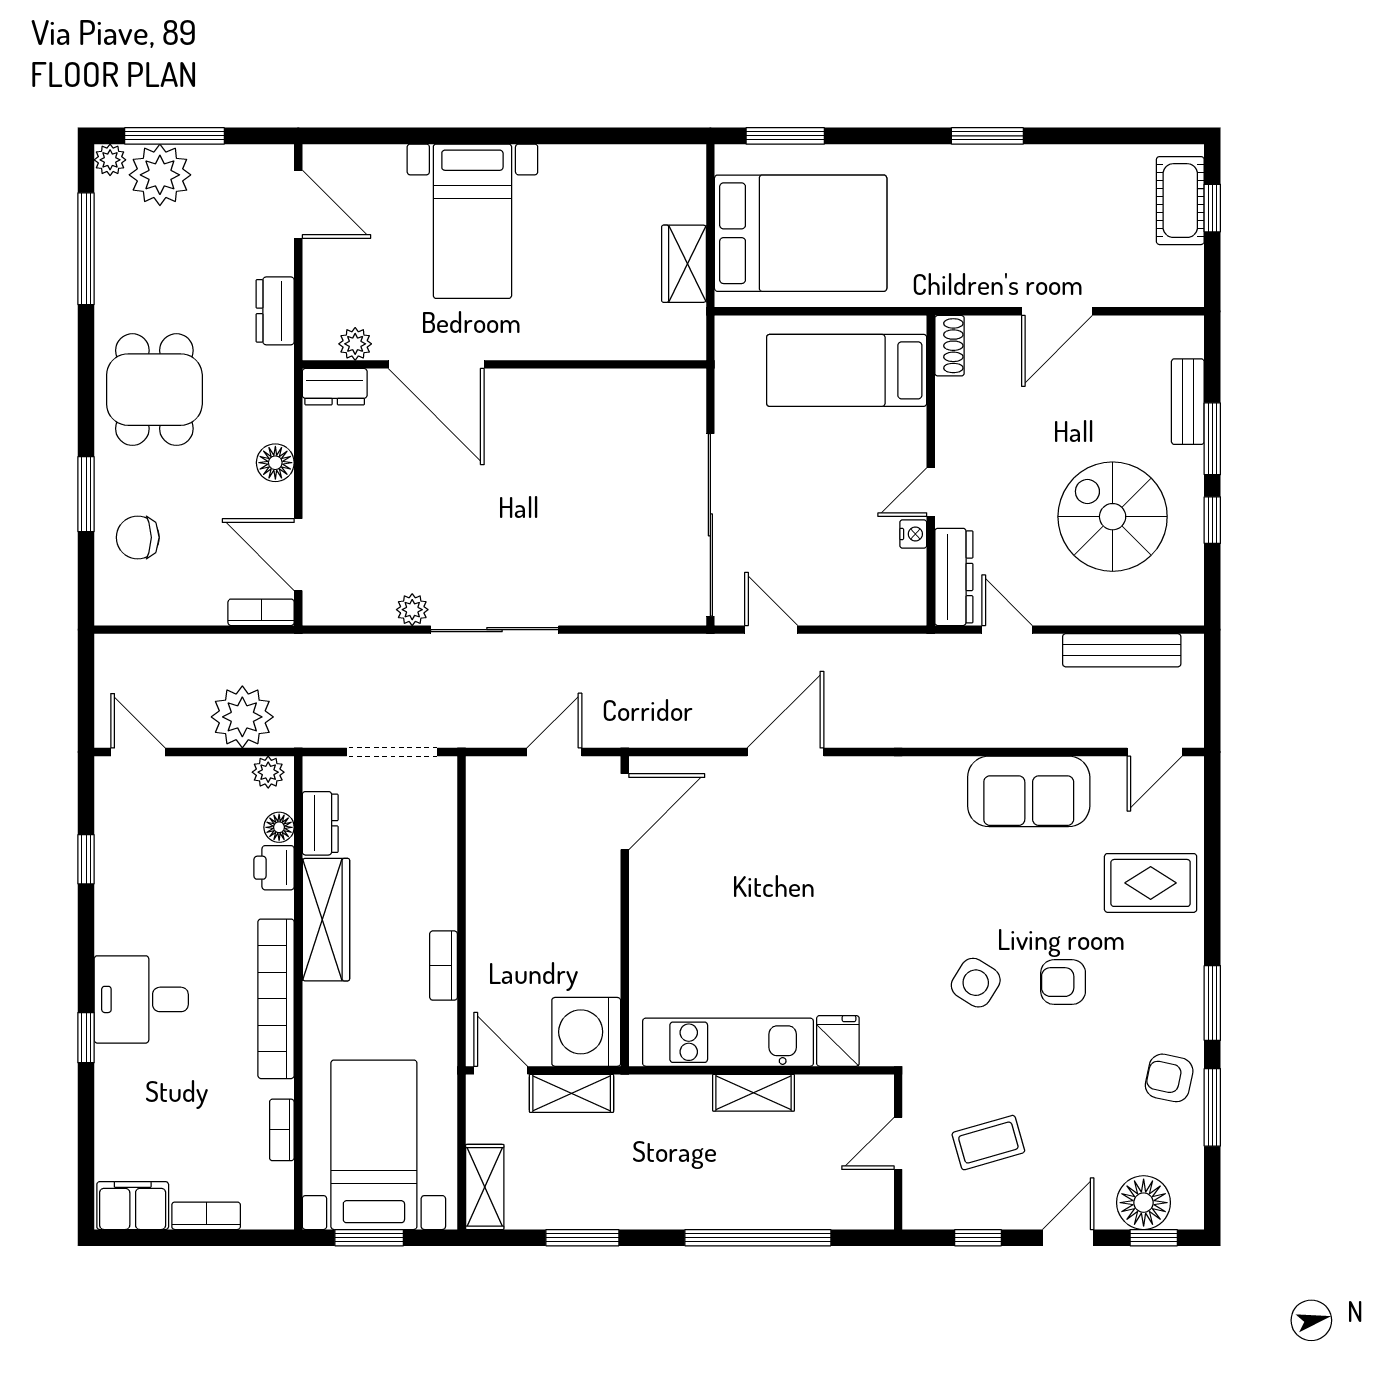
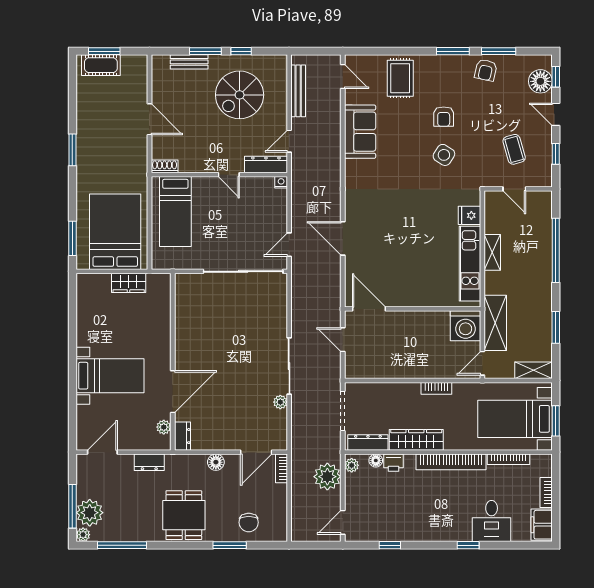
window: (1212, 208) -> (104, 51), width x1.50
dining table: (154, 390) -> (184, 515), turned 90
nightstand: (913, 534) -> (281, 182), moved
dresser: (320, 823) -> (368, 442), width x1.44
desk: (141, 999) -> (492, 521), moved
shelving: (572, 1093) -> (495, 323), width x1.50, depth x1.33
bookcase: (282, 1130) -> (509, 459), width x1.56

